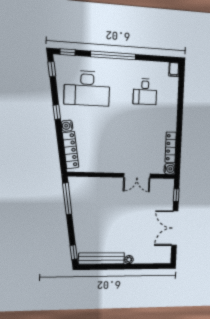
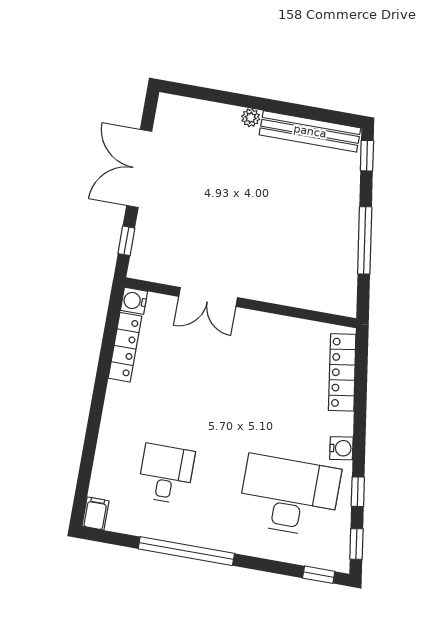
window: (113, 55) -> (186, 551), moved
window: (57, 112) -> (358, 492), moved
water cooler: (67, 126) -> (341, 448), moved
double door: (137, 176) -> (208, 297), swing flipped
window: (67, 199) -> (365, 240), moved
double door: (175, 228) -> (139, 168), swing flipped

